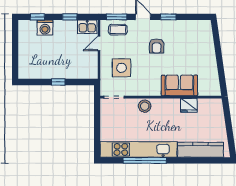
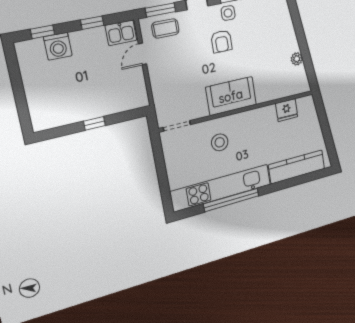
side table: (121, 68) -> (228, 13), moved, width x0.54, depth x0.54
plant: (213, 70) -> (297, 59), added
sofa: (179, 85) -> (231, 96), moved
fridge: (189, 105) -> (287, 110), moved
stool: (145, 106) -> (220, 142), moved

